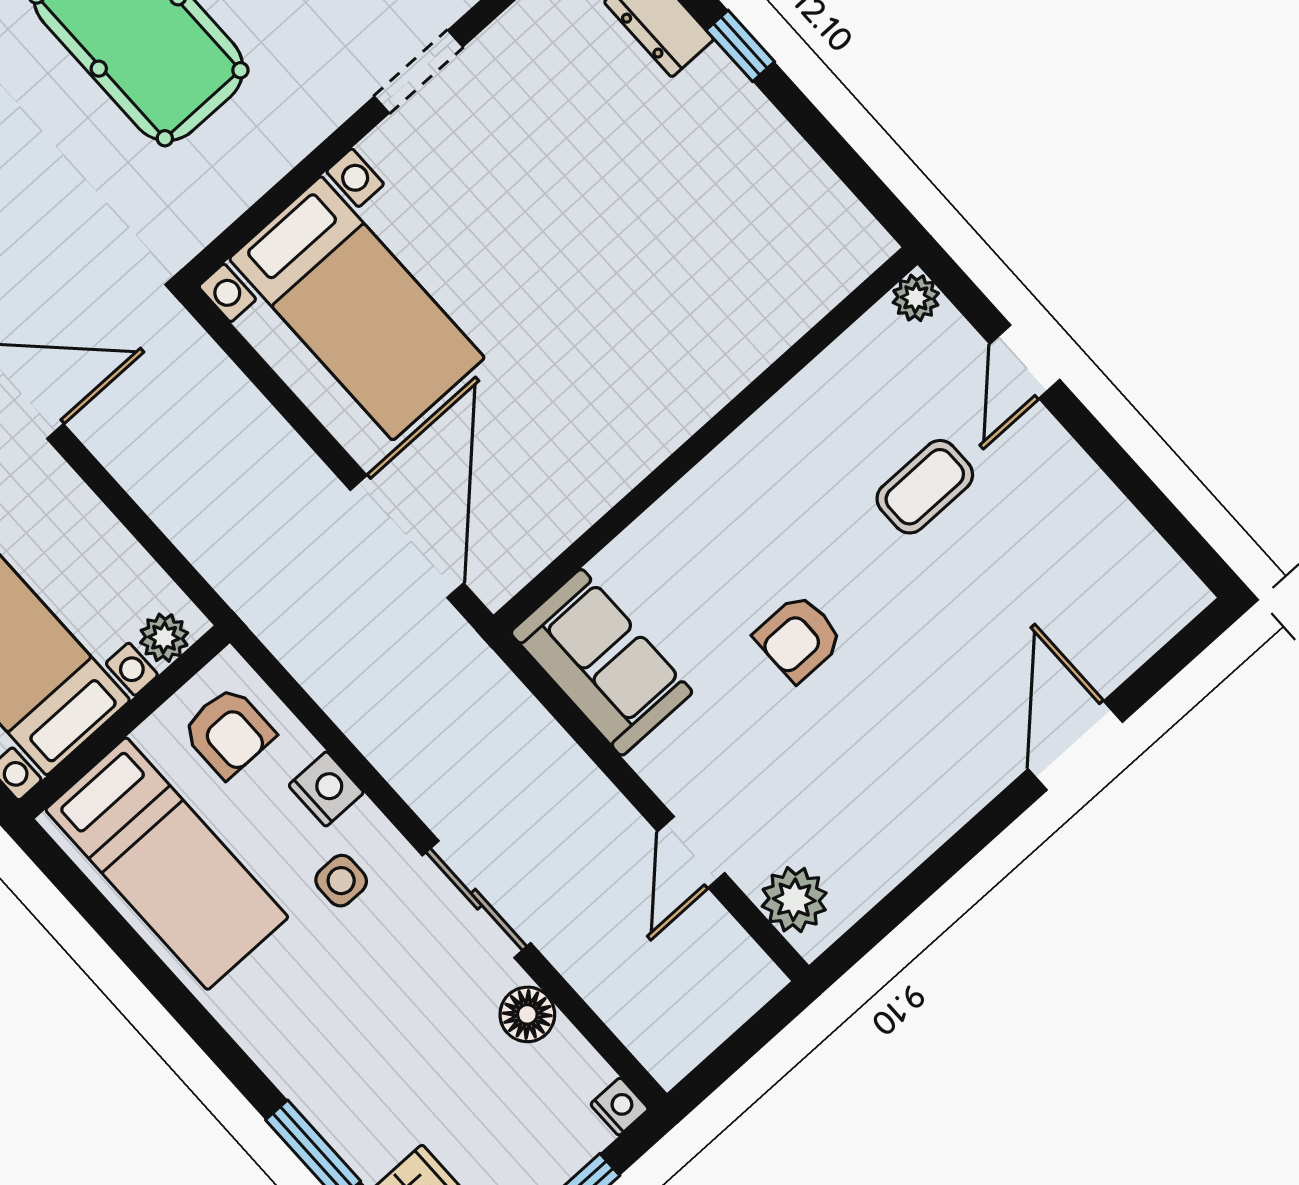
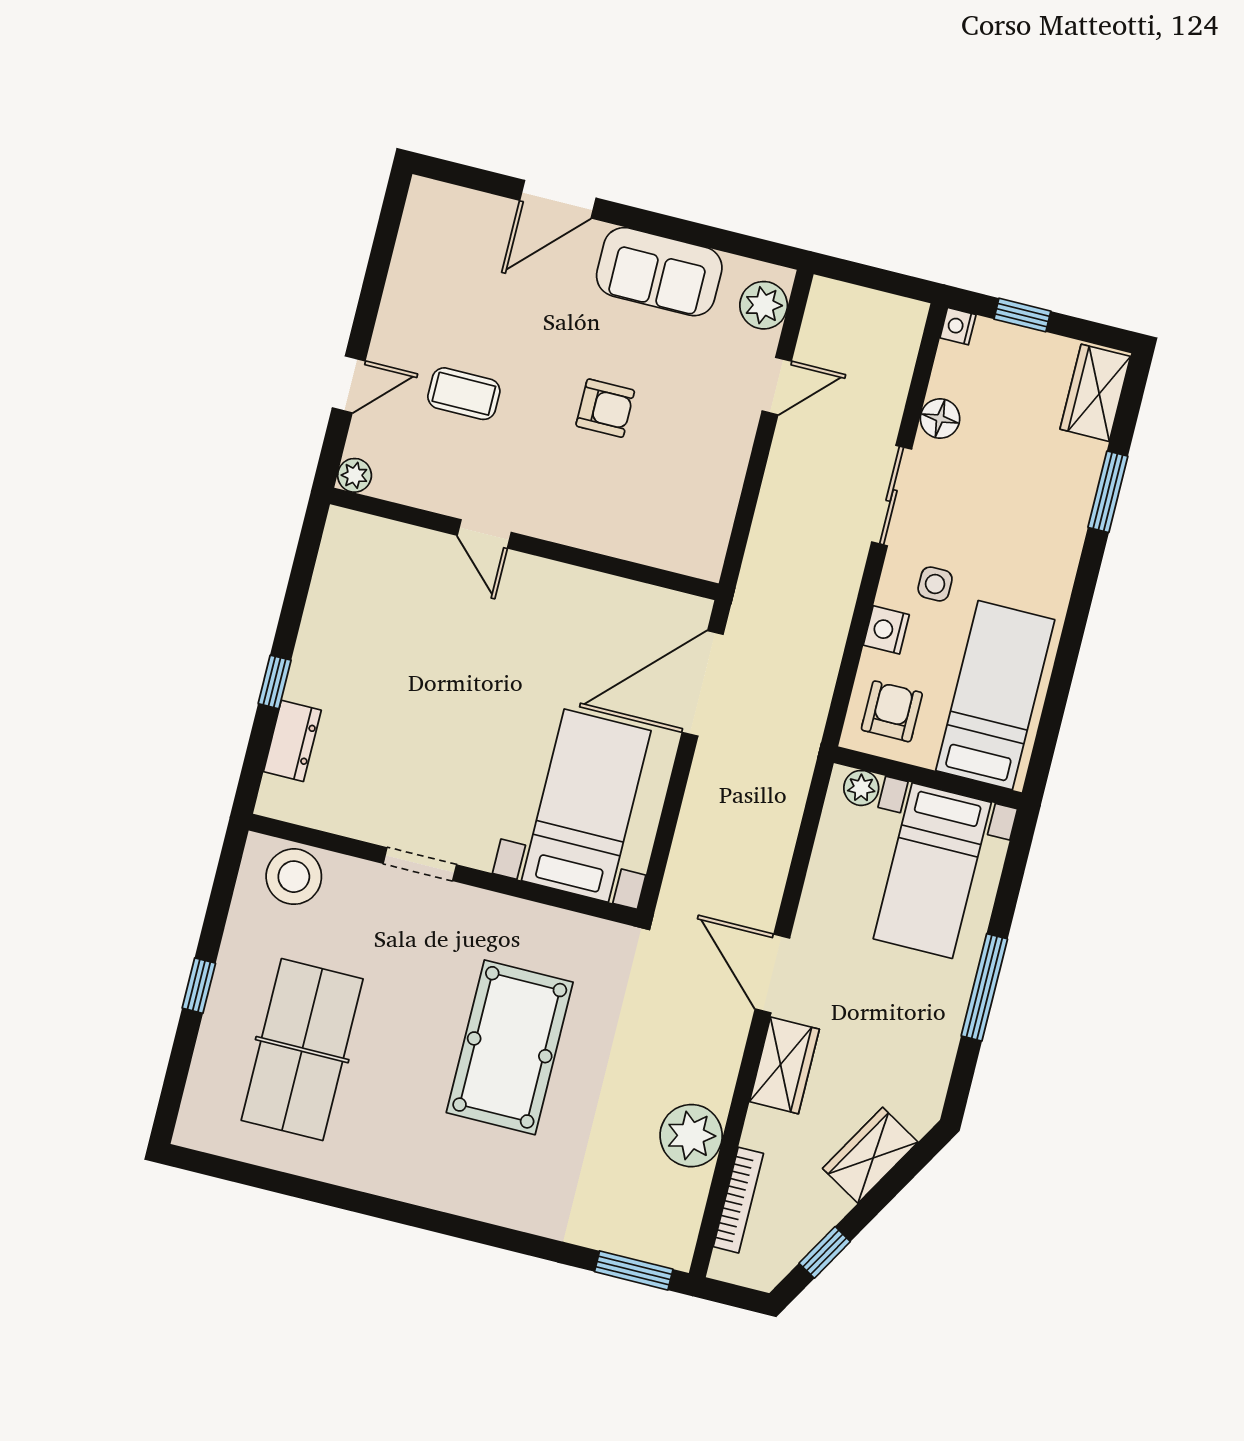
door: (748, 402) -> (484, 534), added
sofa: (601, 662) -> (659, 272), moved, turned -90

